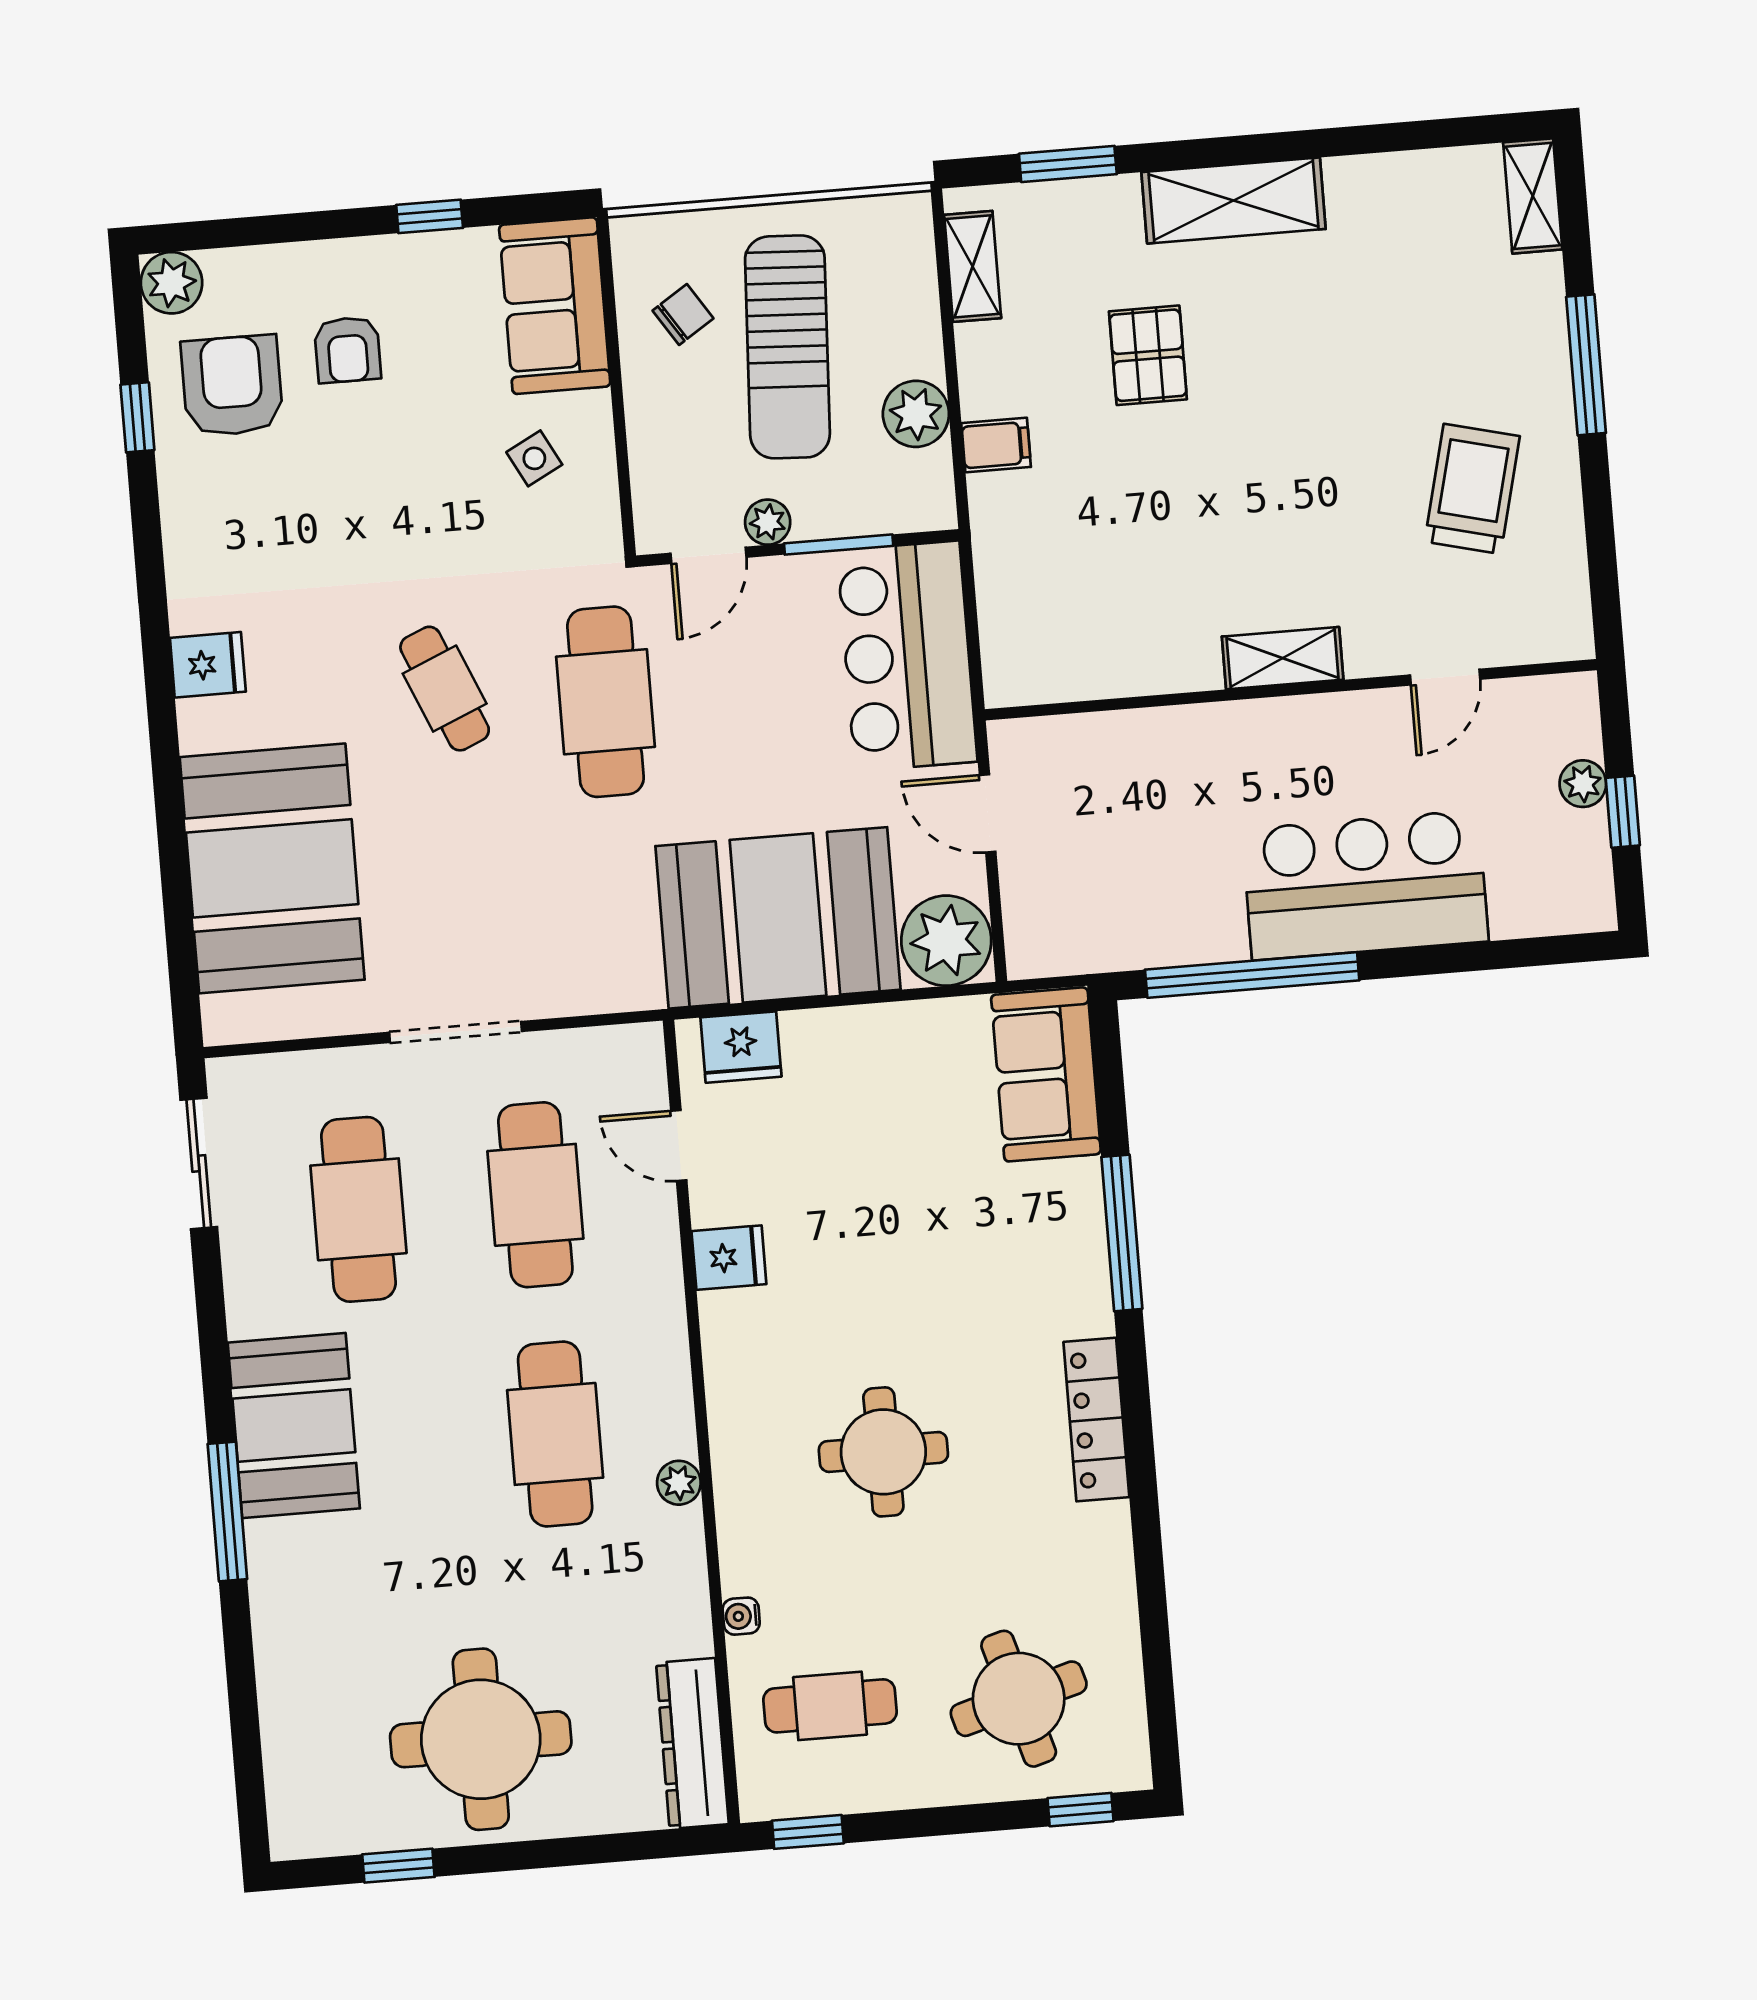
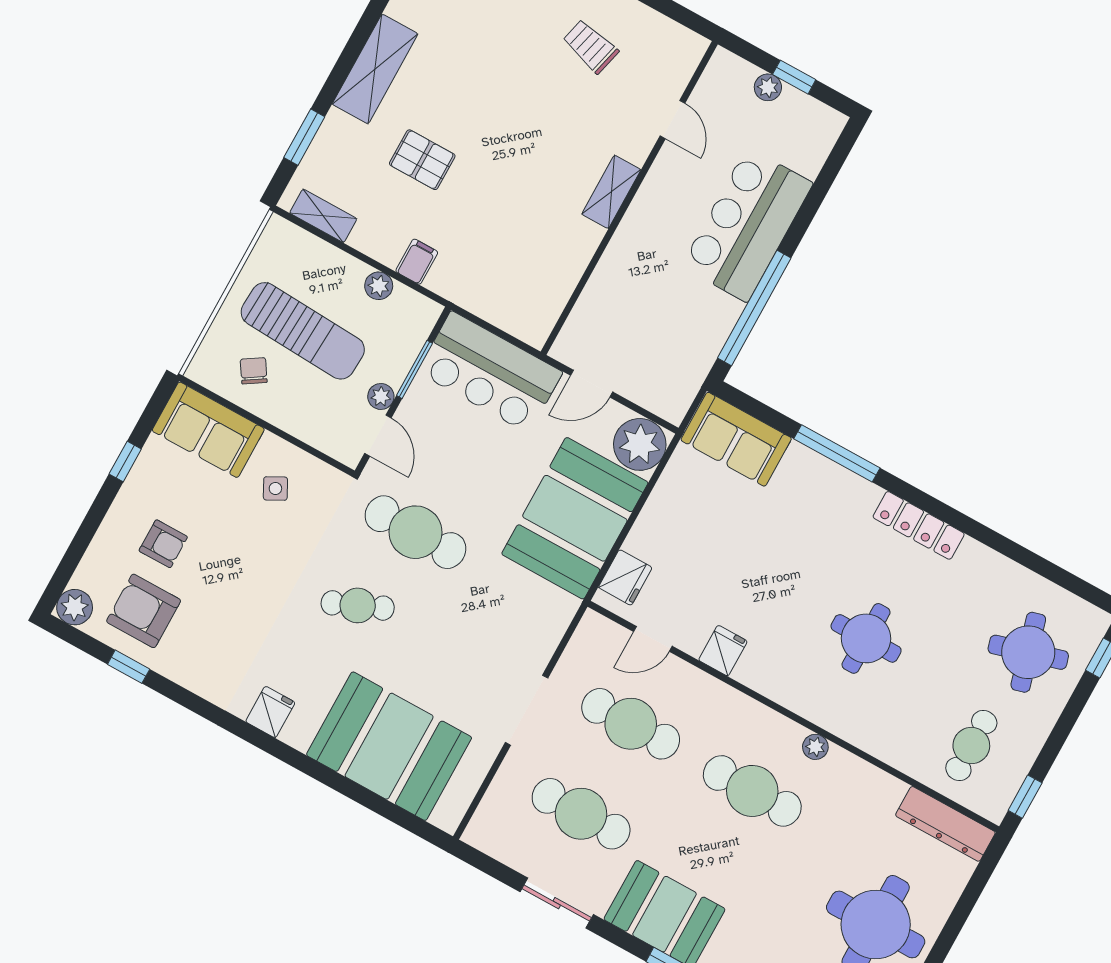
plant: (916, 414) -> (379, 286), width x0.73, depth x0.73
trolley: (1472, 489) -> (590, 46), width x0.73, depth x0.72
sliding door: (199, 1163) -> (557, 903), moved
water cooler: (741, 1616) -> (900, 760), removed

